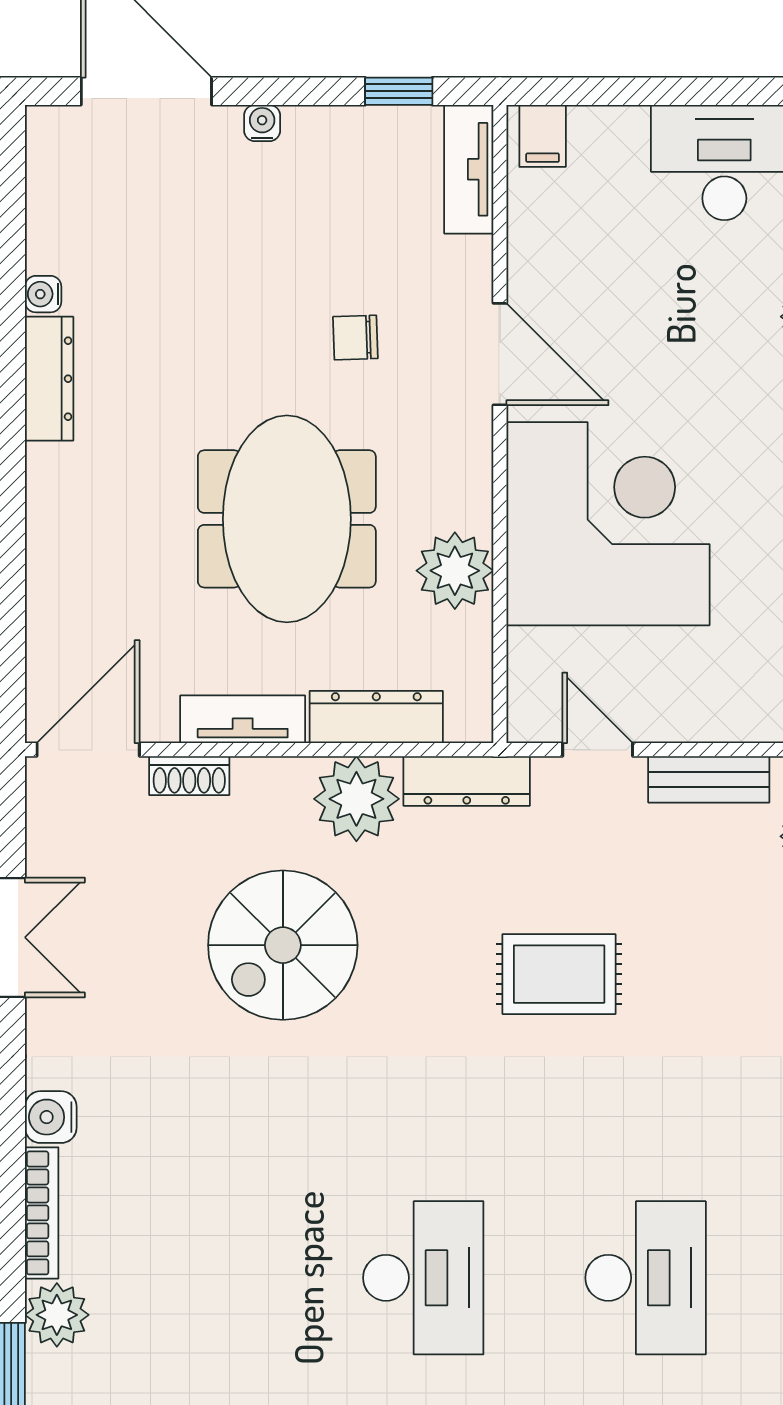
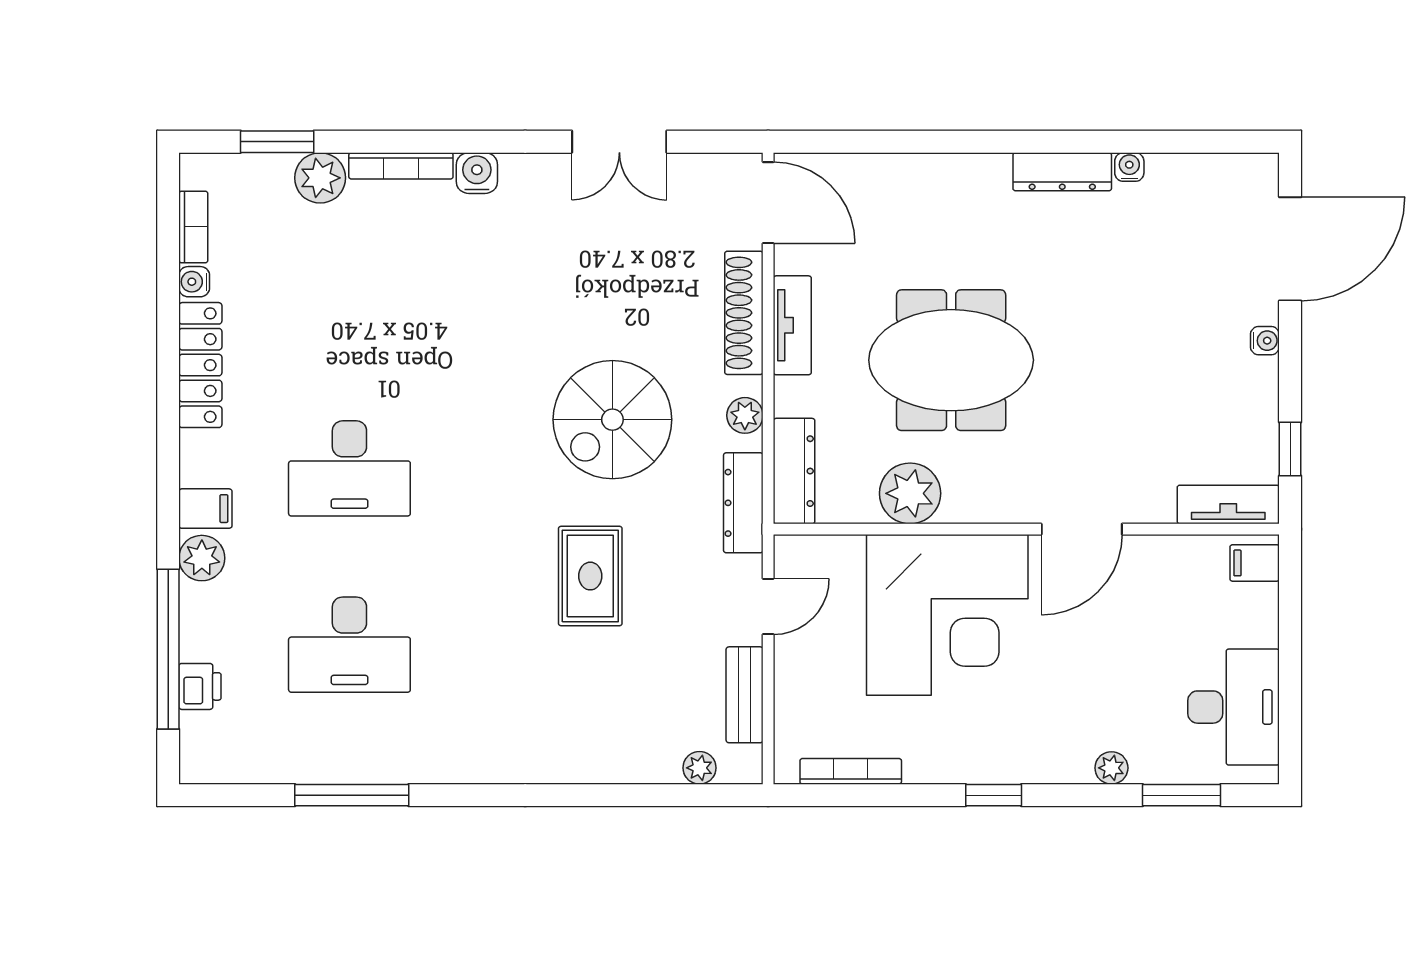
chair: (355, 338) -> (1095, 415), removed
dresser: (376, 717) -> (794, 471), moved
shoe rack: (189, 776) -> (744, 313), width x1.94, depth x1.24
plant: (356, 799) -> (745, 415), width x0.53, depth x0.53
spiral stairs: (283, 945) -> (612, 420), moved, turned -90

